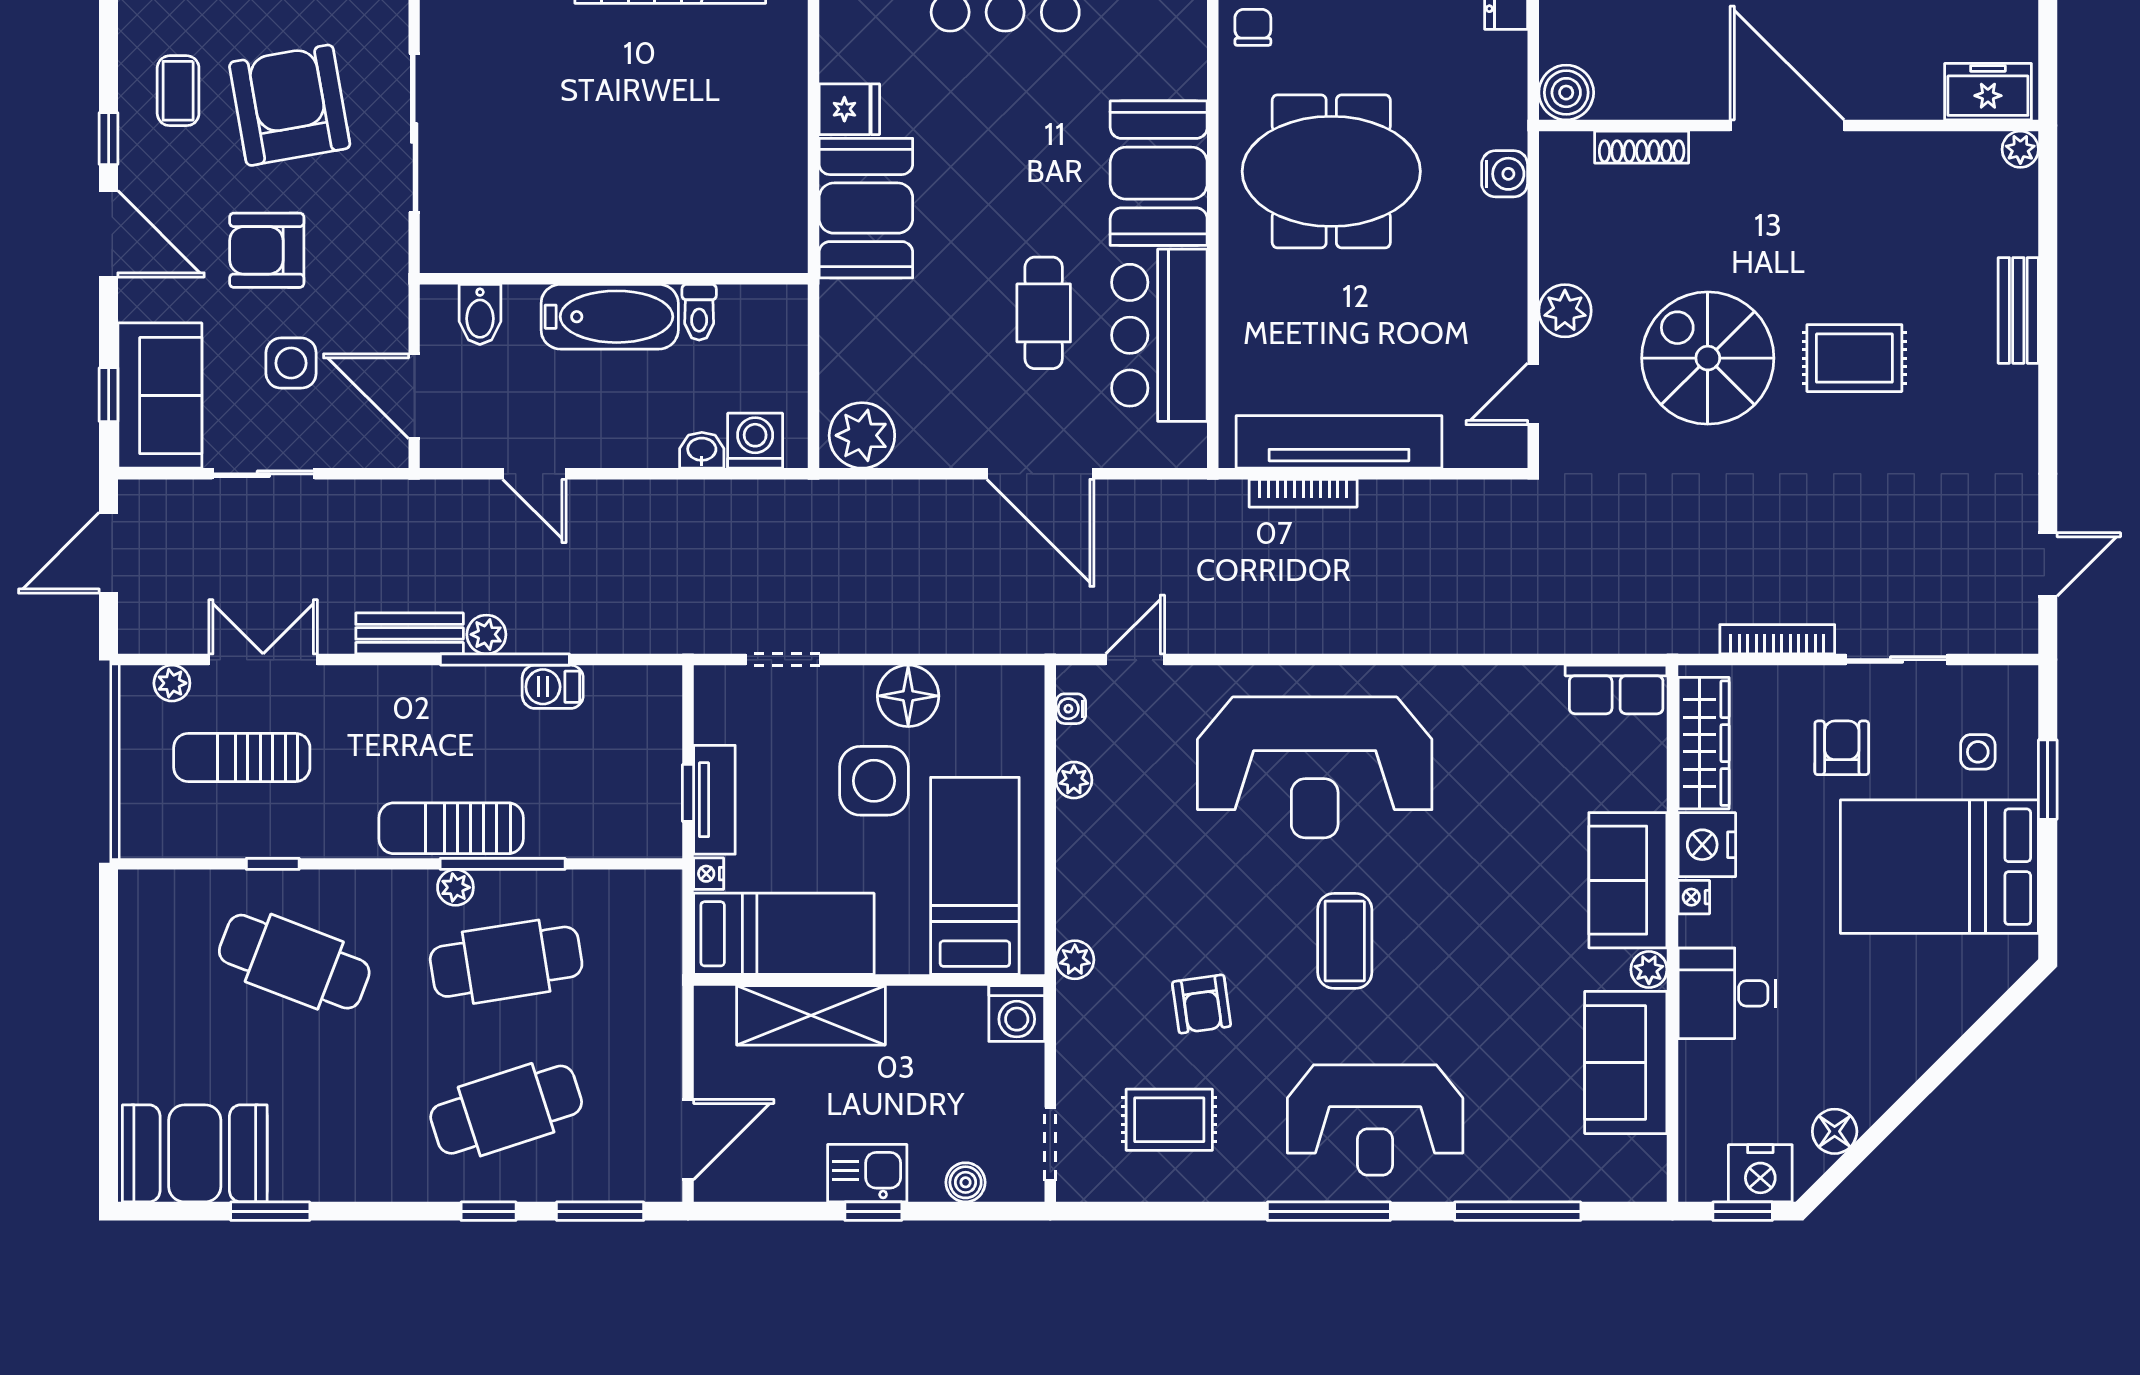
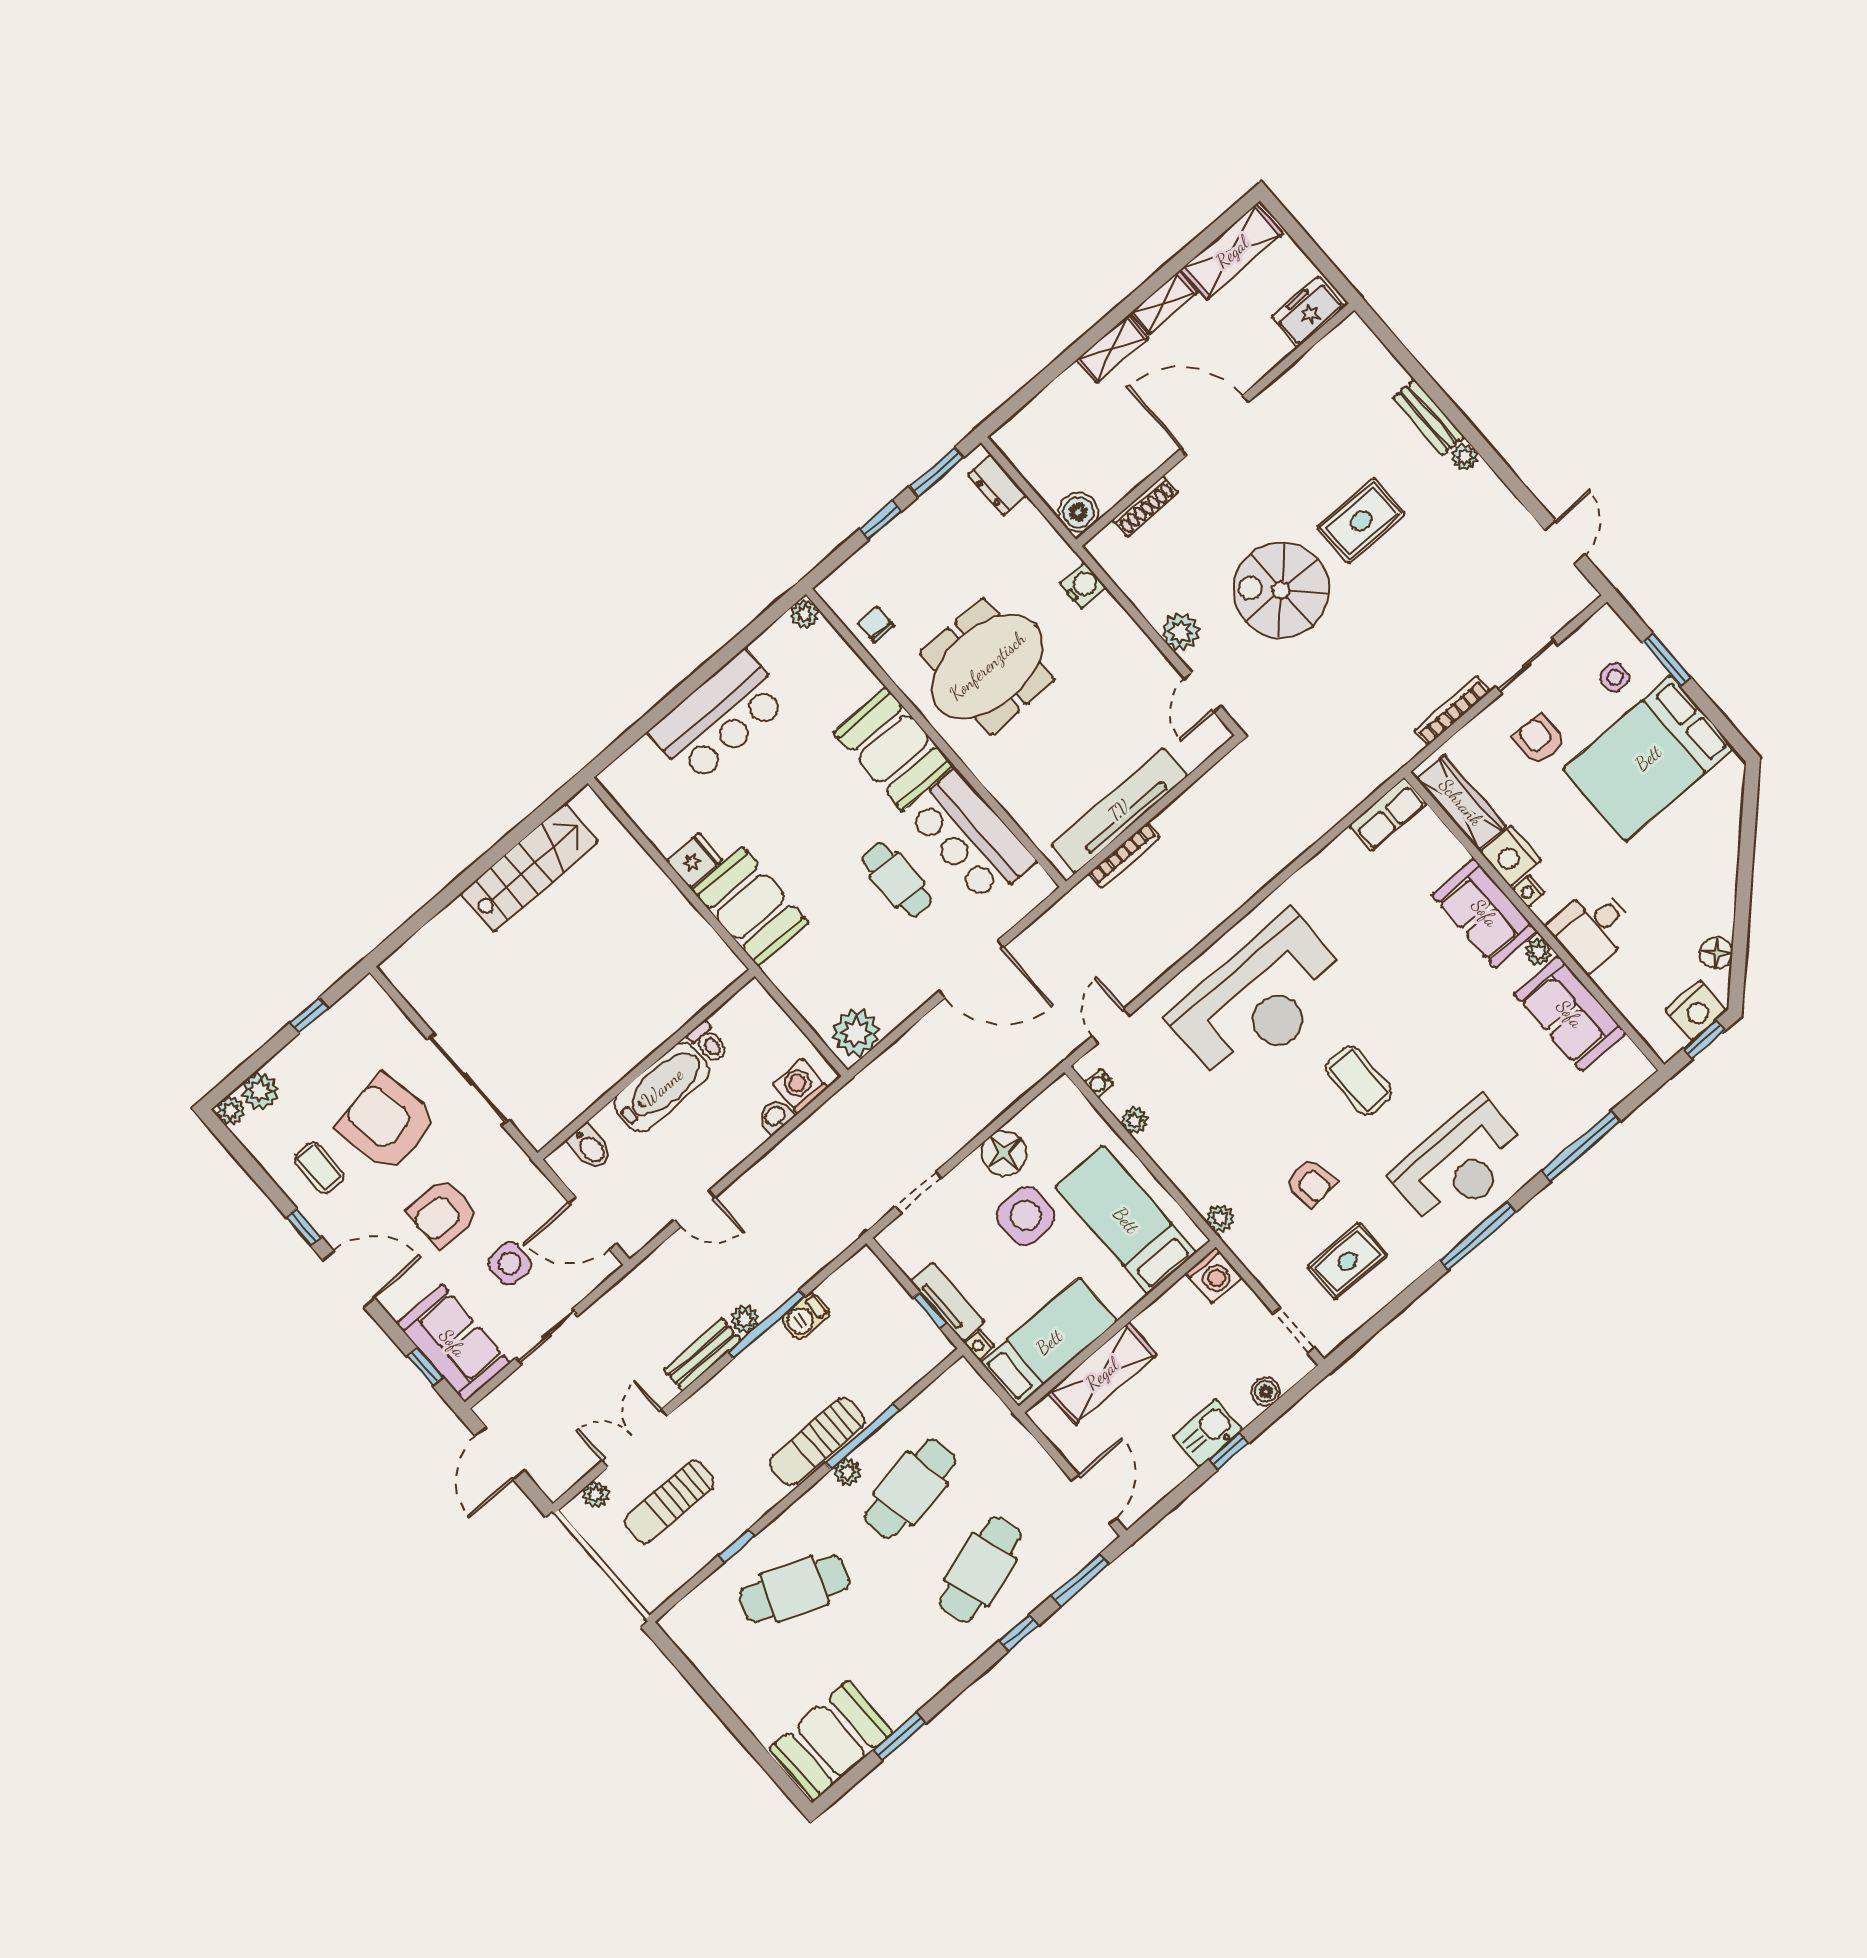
plant: (2020, 149) -> (1465, 457), moved

